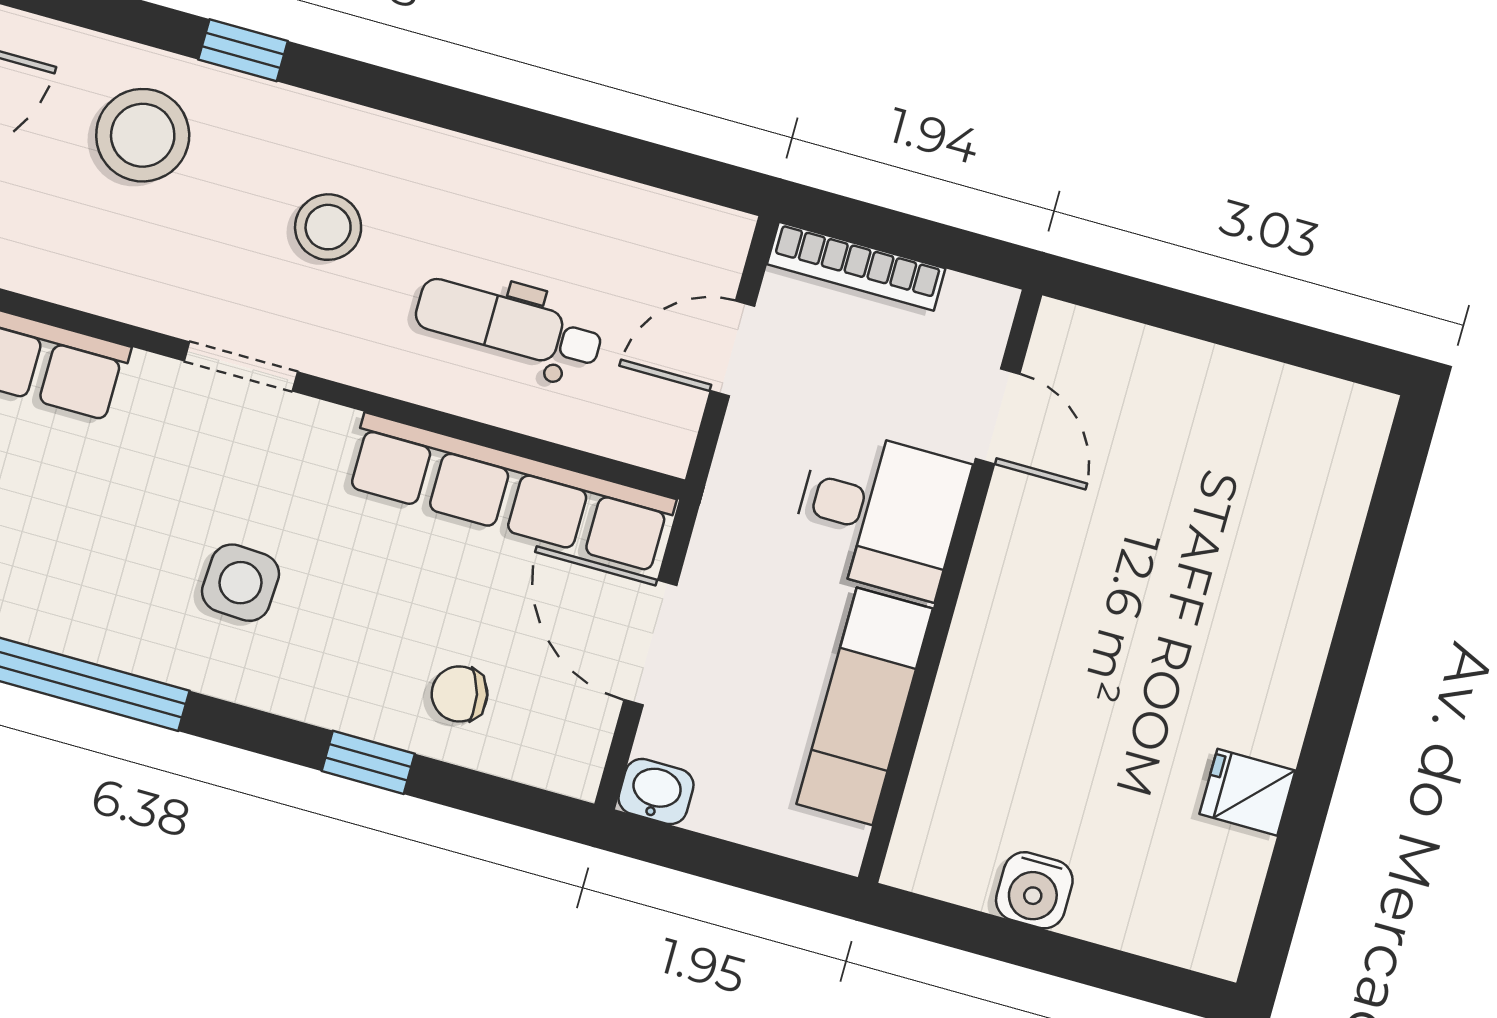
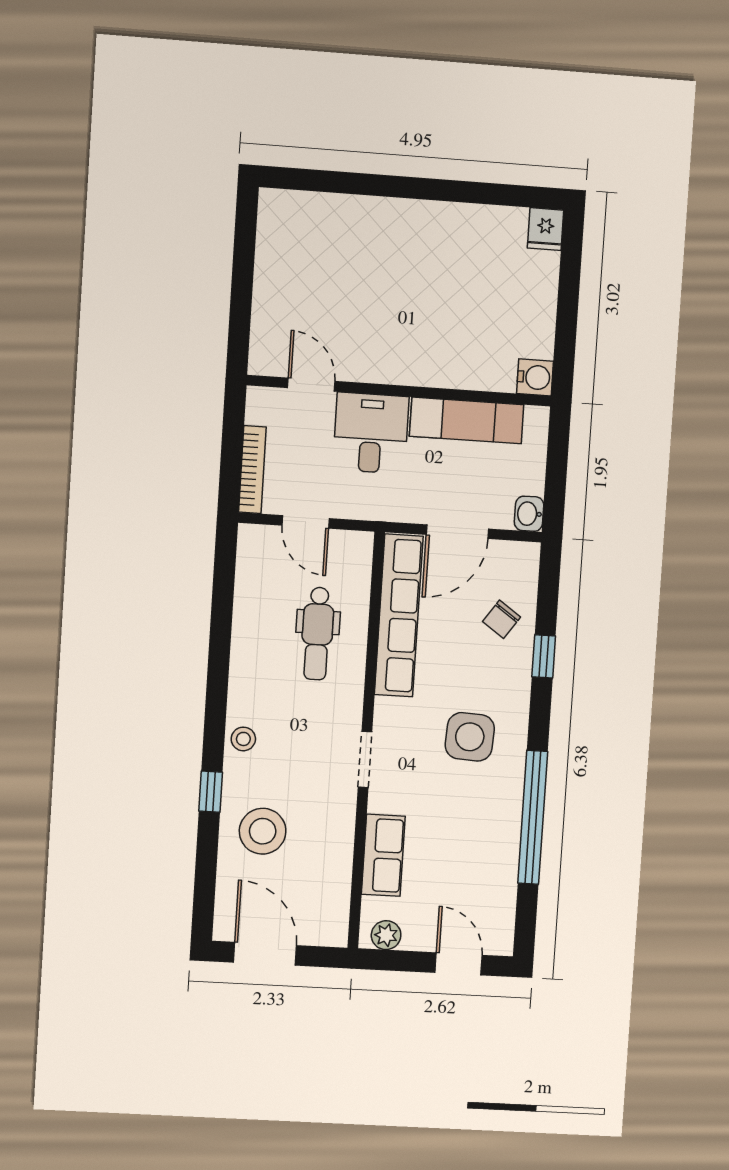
stool: (328, 227) -> (243, 739), moved, width x0.73, depth x0.73
door: (998, 416) -> (311, 385), hinge flipped
side table: (241, 583) -> (470, 737), width x1.37, depth x1.37
chair: (459, 694) -> (502, 619), turned 48
fridge: (1247, 792) -> (546, 229), moved
water cooler: (1034, 890) -> (535, 377), moved

